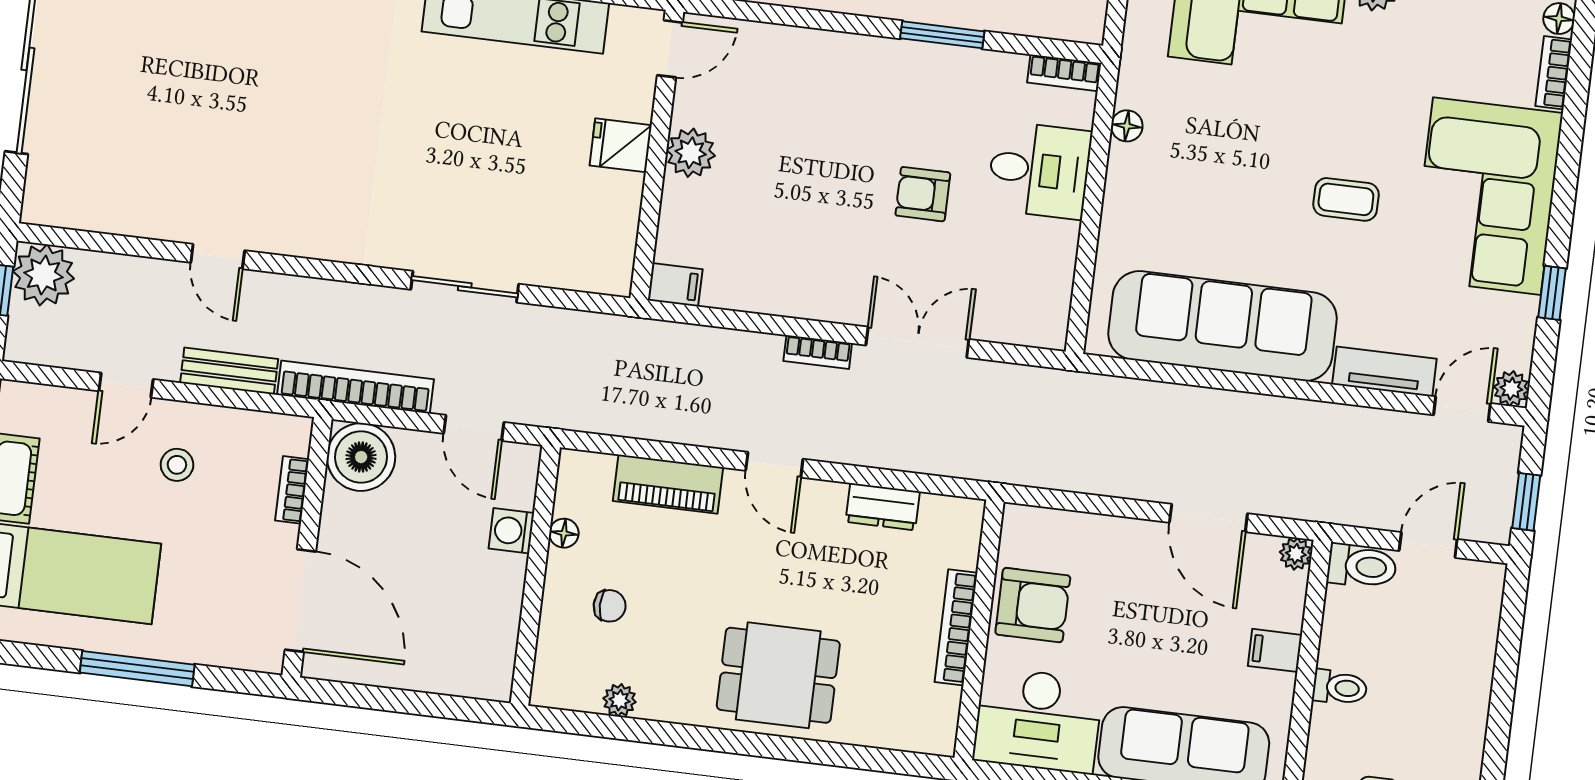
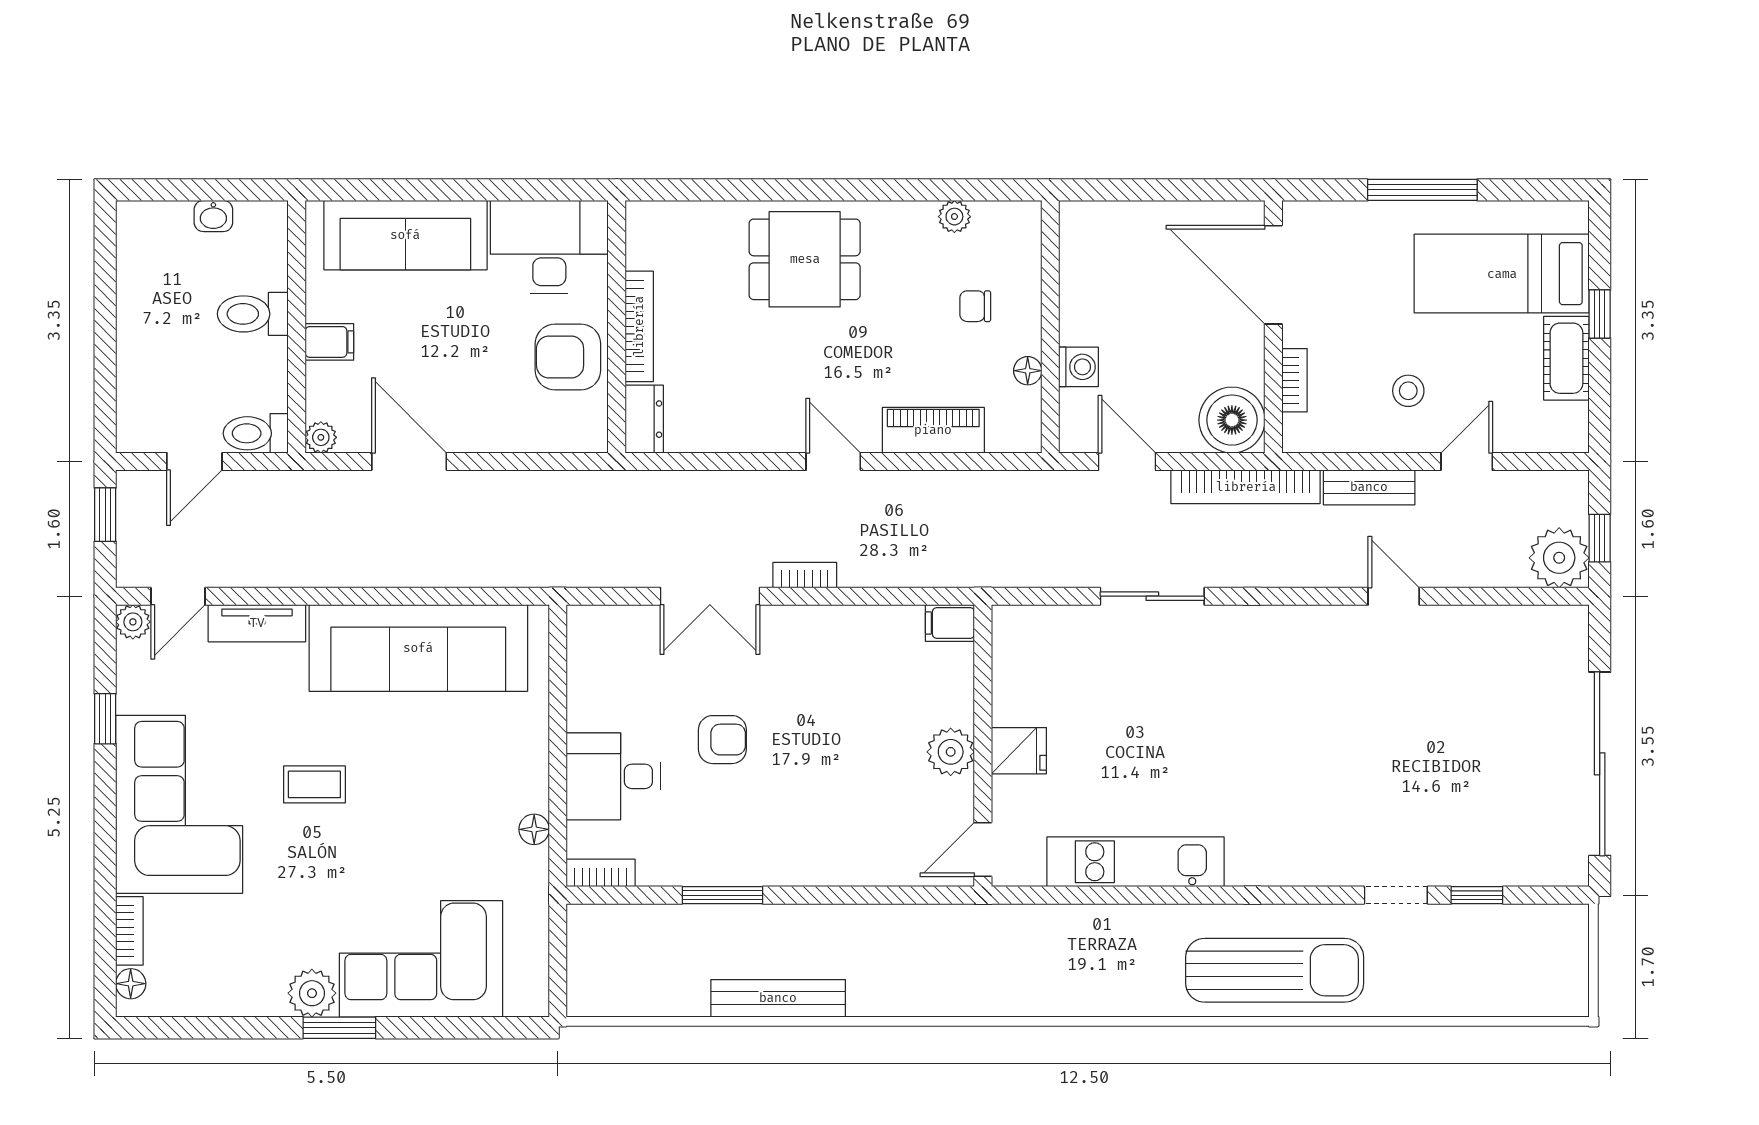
dresser: (883, 507) -> (644, 419), moved, turned 90
toilet: (1340, 687) -> (253, 314), width x1.37, depth x1.39

